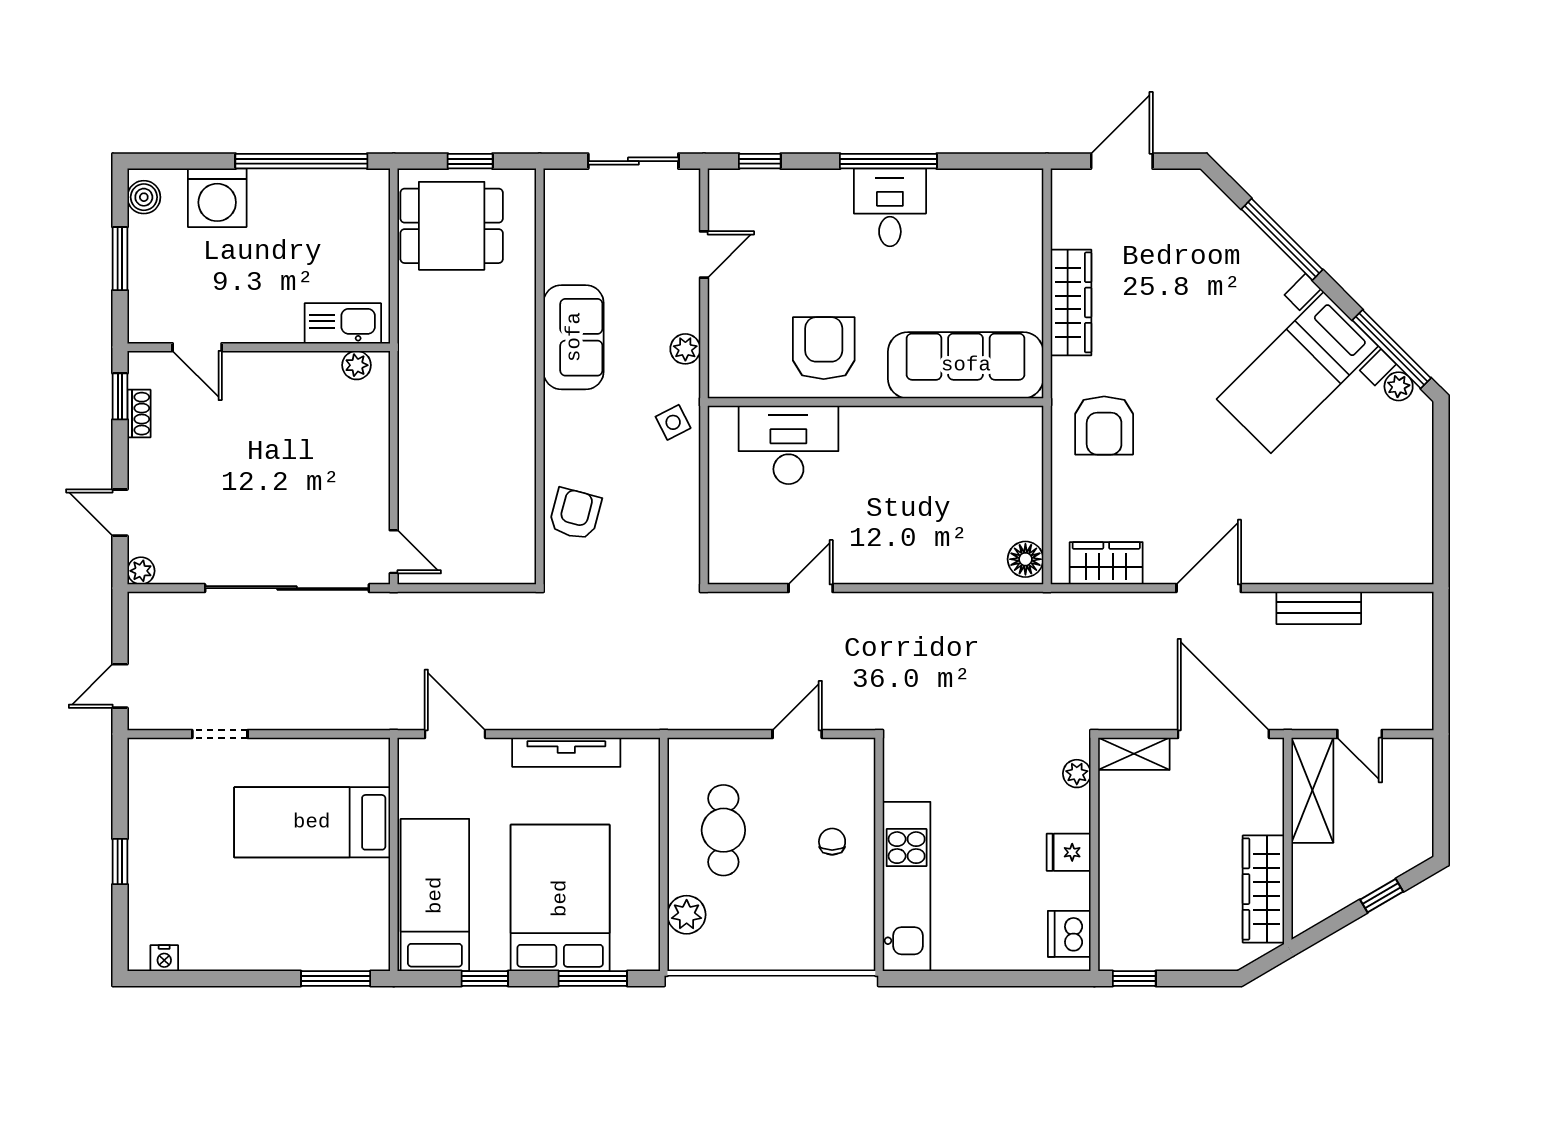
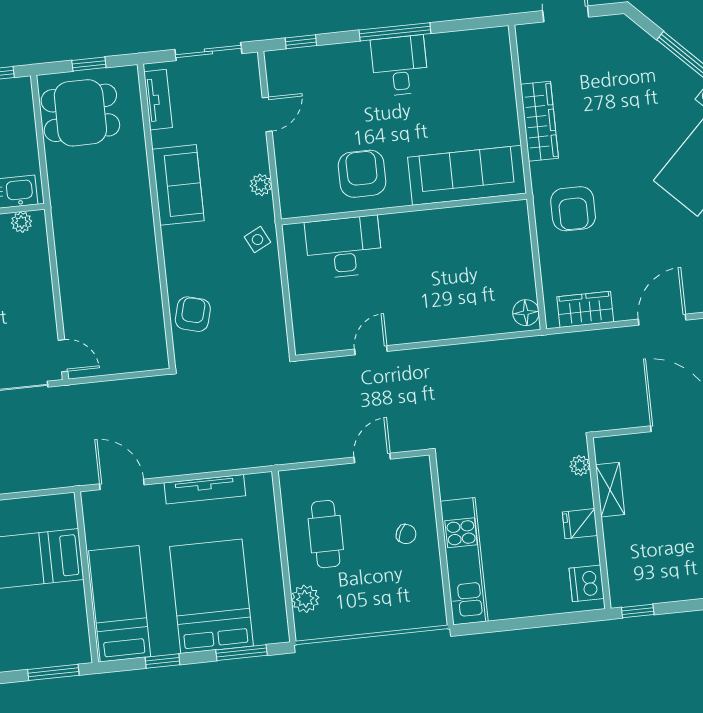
tv unit: (559, 219) -> (158, 100), added
shelving: (1134, 754) -> (610, 490), moved, turned 90
chair: (832, 842) -> (406, 534), turned 116

